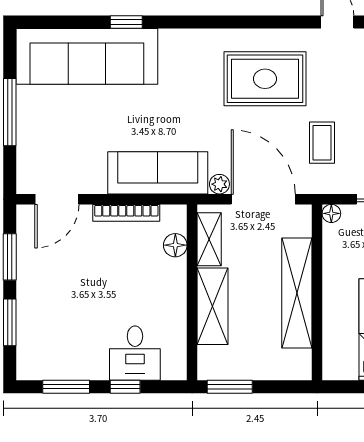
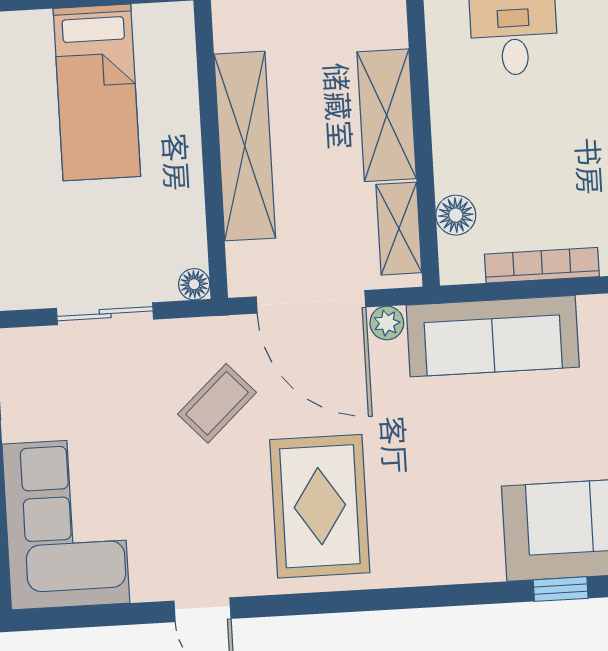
rug: (265, 79) -> (320, 506), turned 90
coffee table: (322, 143) -> (217, 403), turned 47

